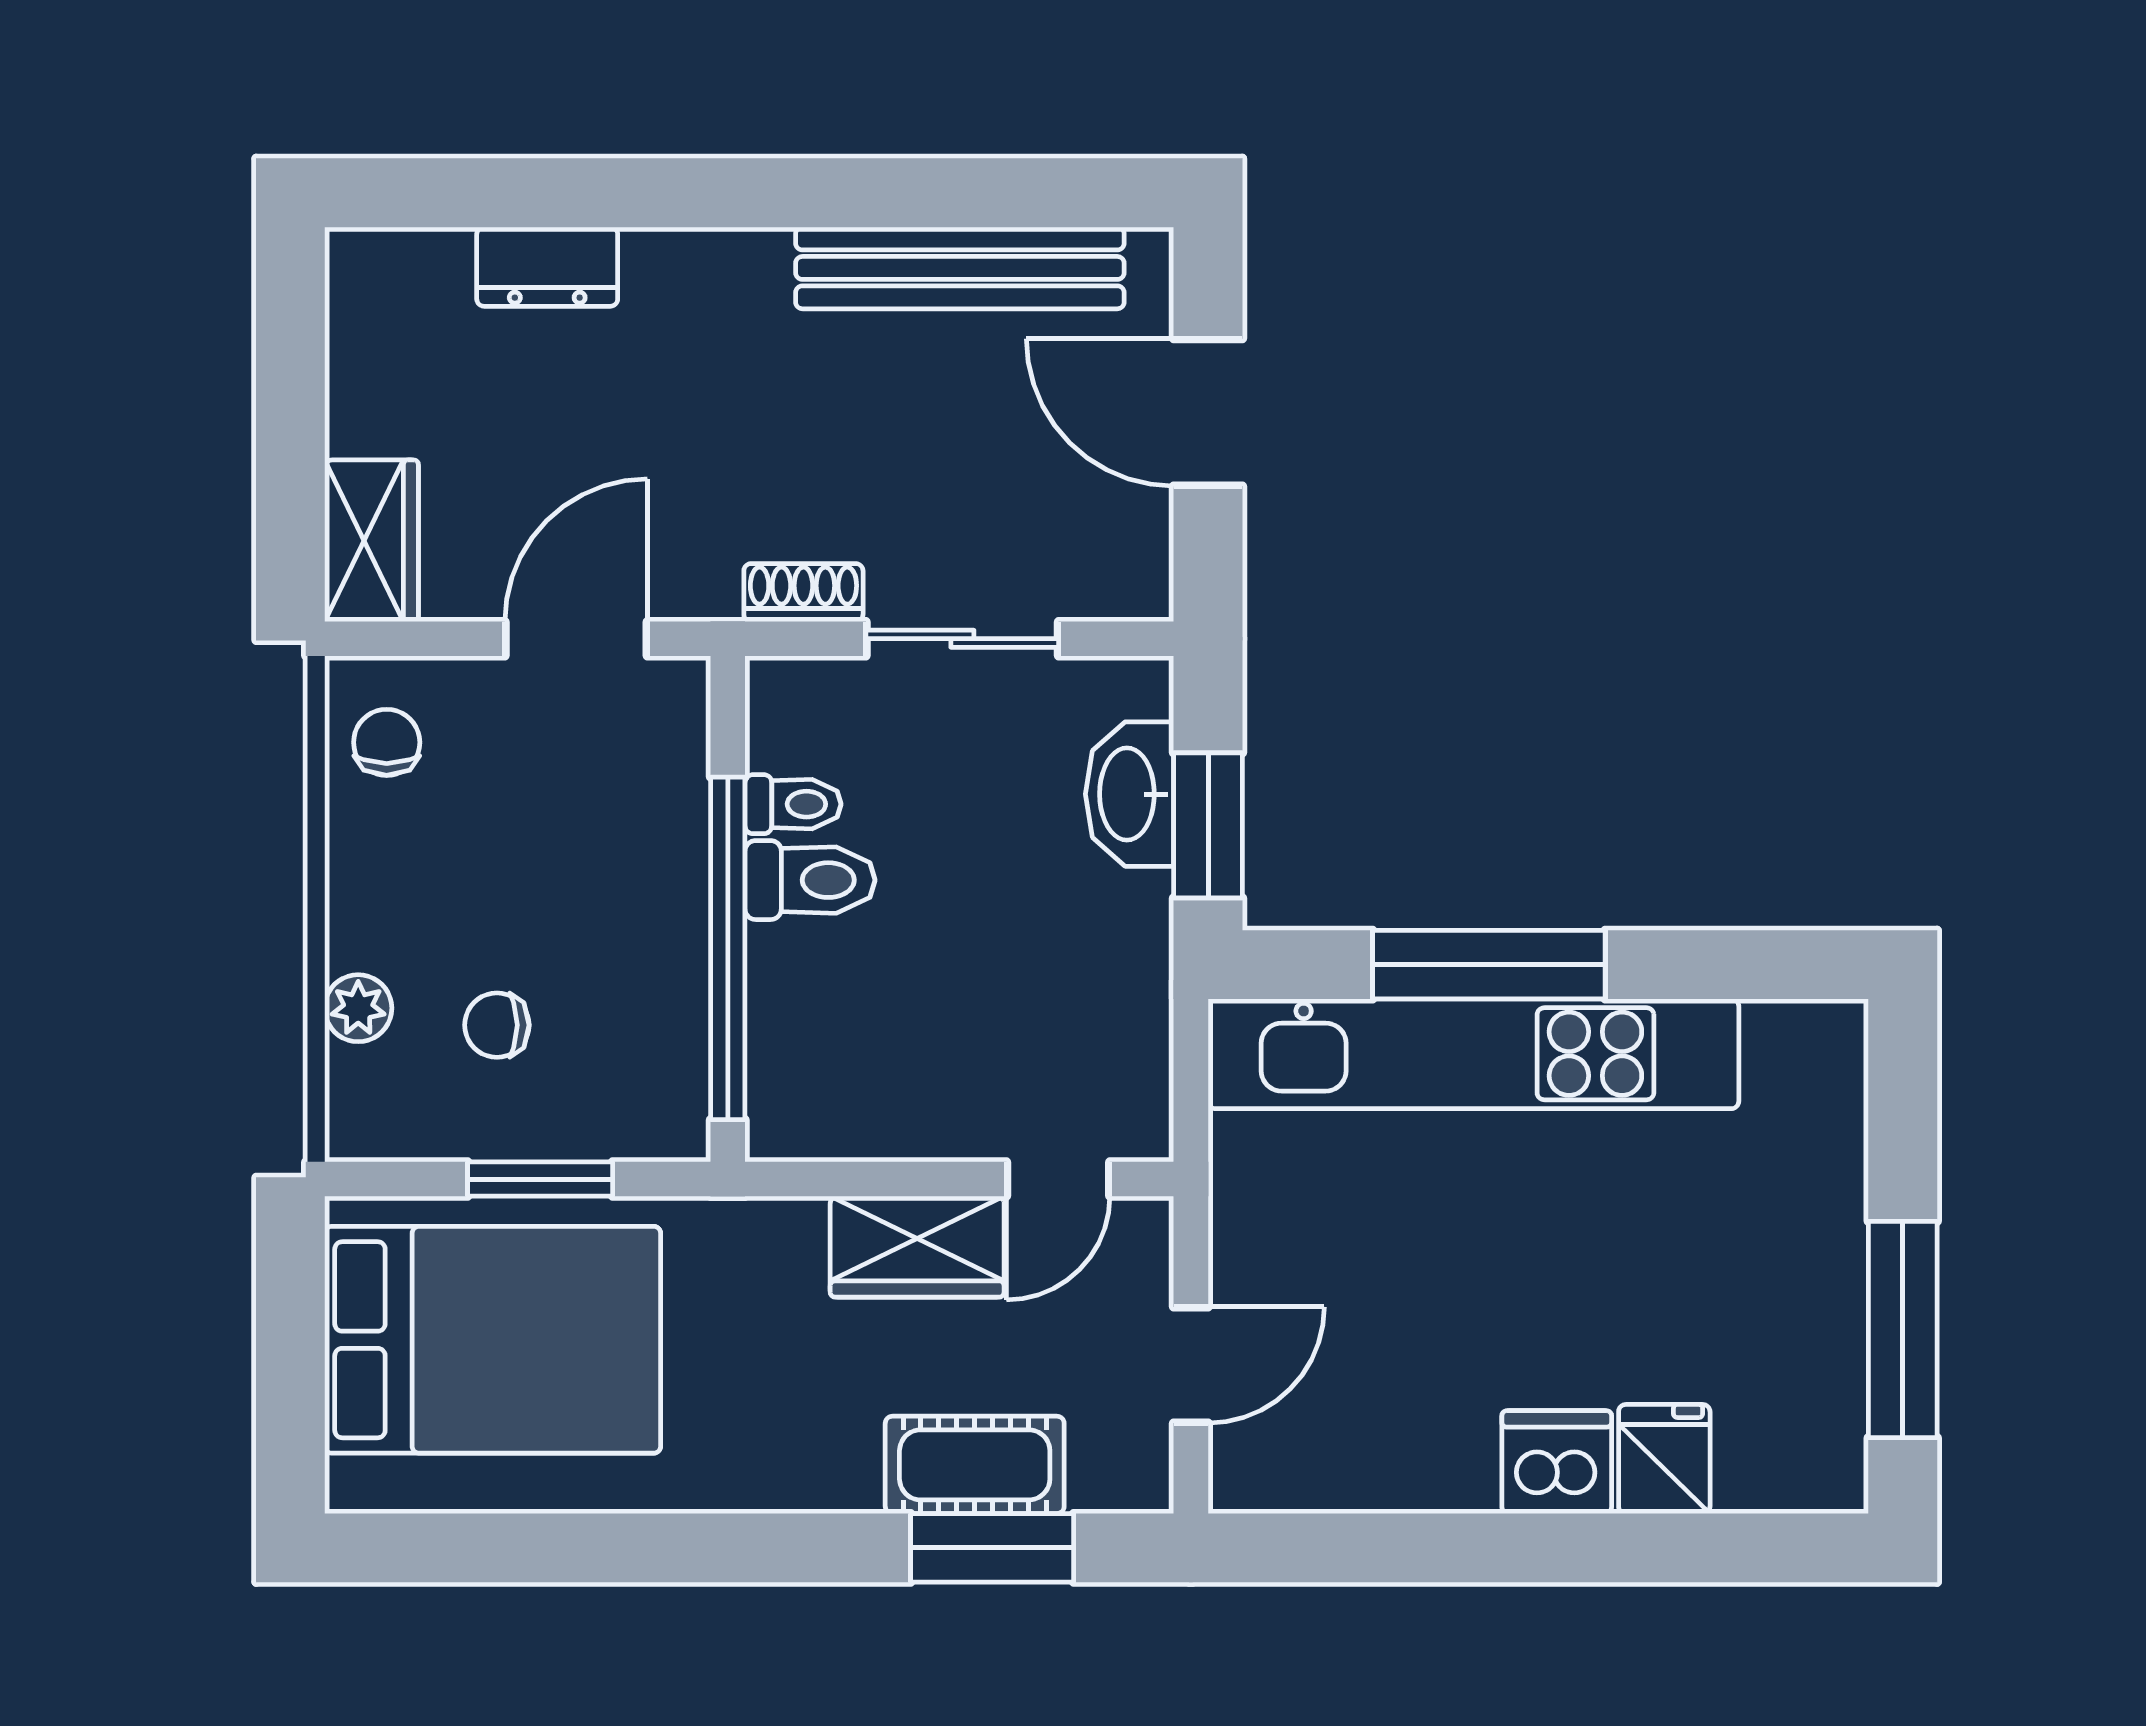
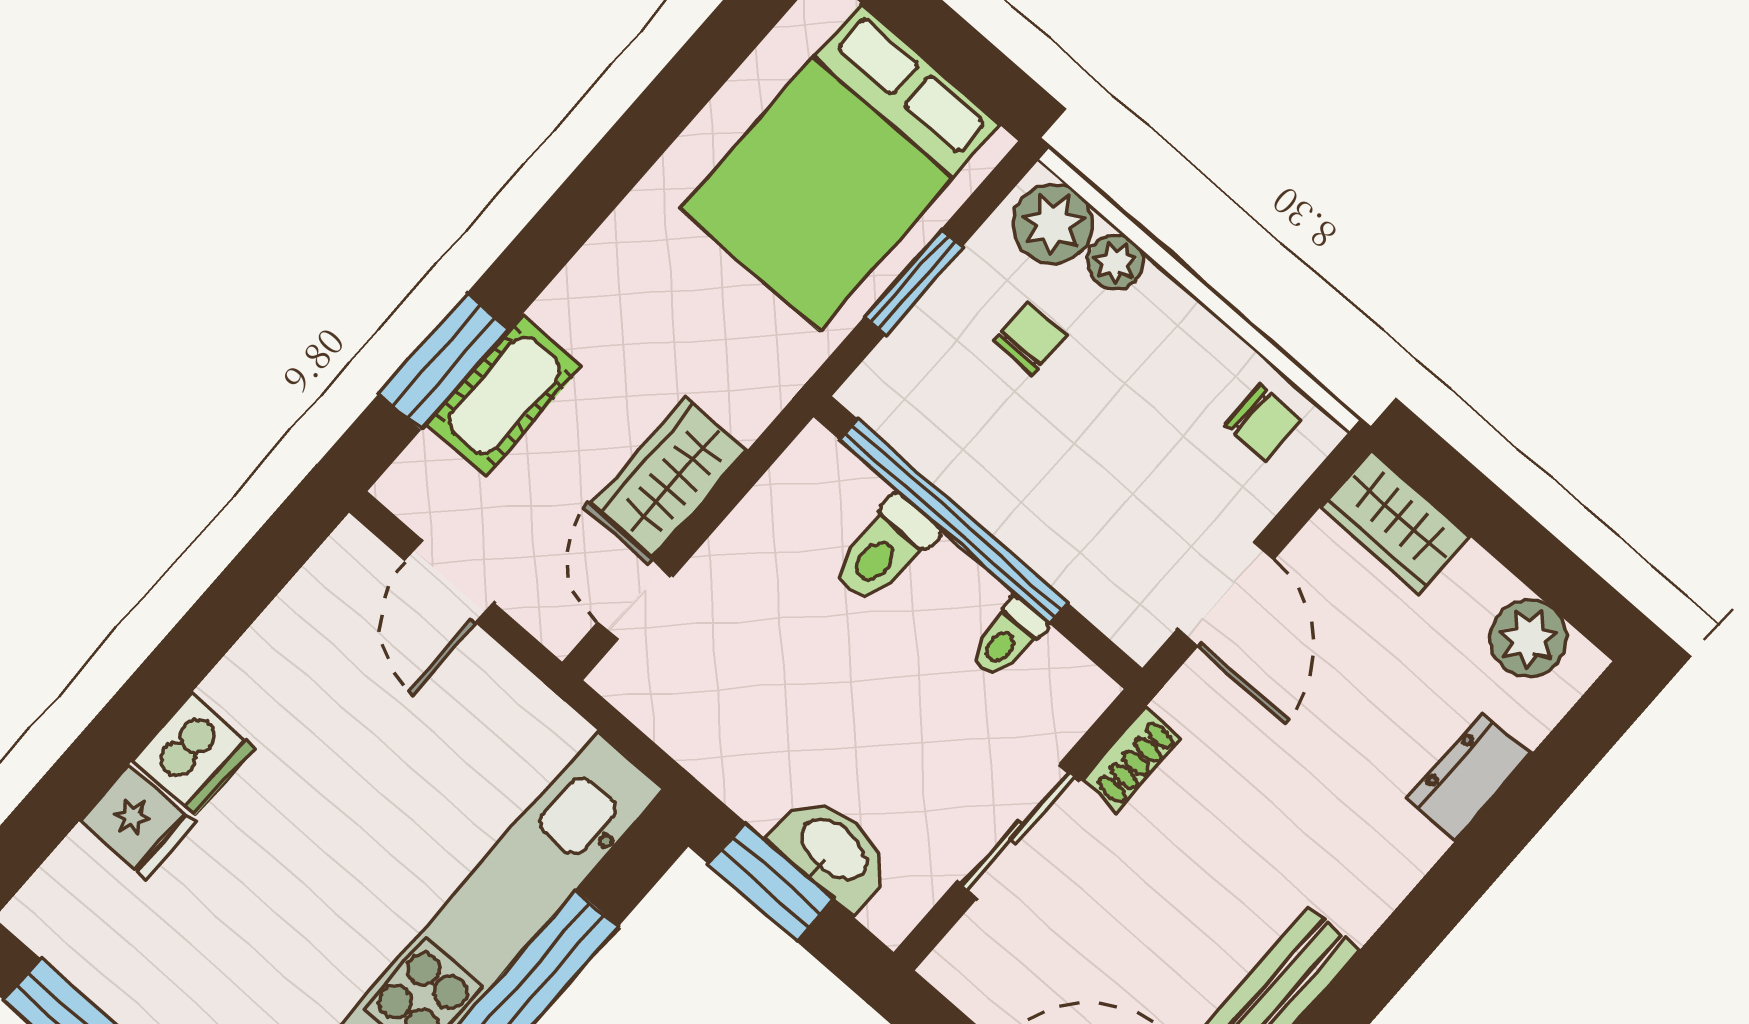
plant: (372, 324) -> (1528, 638), added
toilet: (810, 880) -> (885, 550), moved
plant: (373, 1097) -> (1053, 224), added

